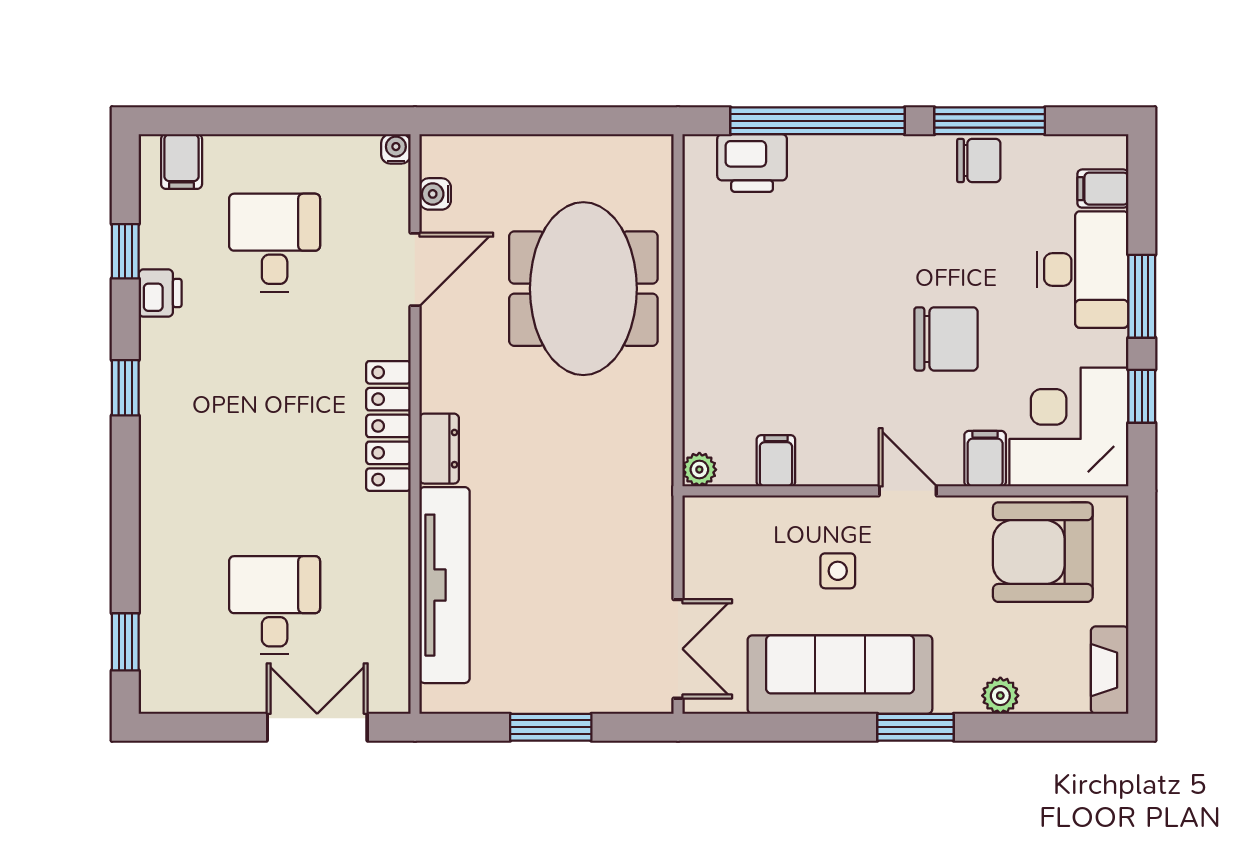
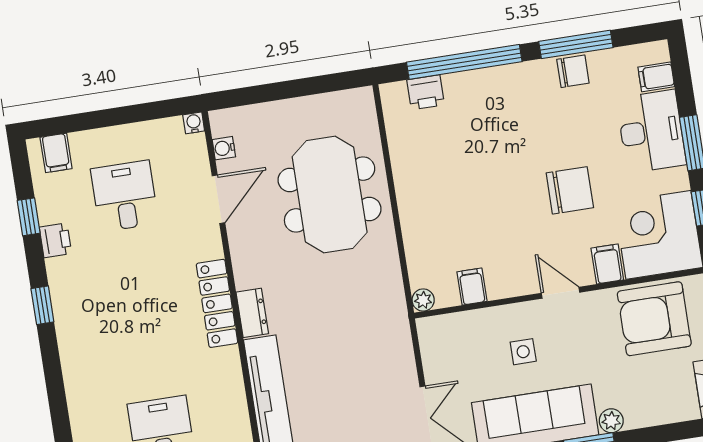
printer: (752, 163) -> (426, 92), width x0.73, depth x0.81
plant: (1000, 696) -> (611, 421), moved

